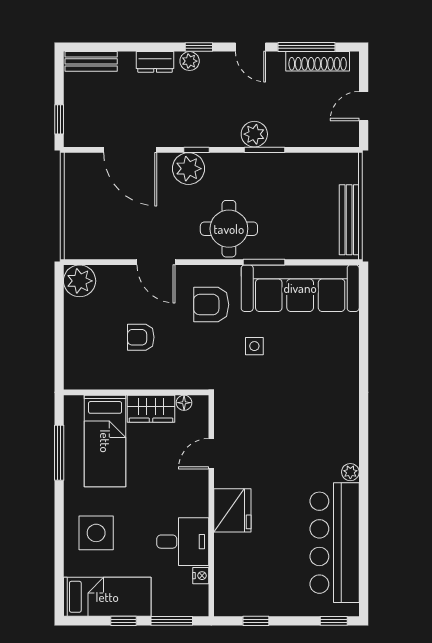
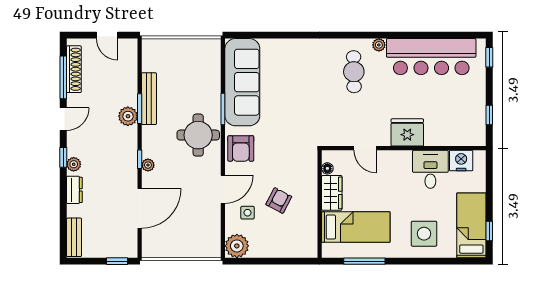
plant: (188, 169) -> (148, 165), width x0.53, depth x0.53
bench: (349, 220) -> (149, 99), moved, turned 90
armchair: (211, 305) -> (241, 148), moved
armchair: (141, 337) -> (279, 201), turned -152
side table: (254, 346) -> (247, 213), moved
cafe table: (314, 438) -> (354, 72), added
nightstand: (201, 576) -> (461, 161), width x1.89, depth x1.79
window: (123, 621) -> (489, 231), moved
window: (172, 621) -> (489, 177), removed

